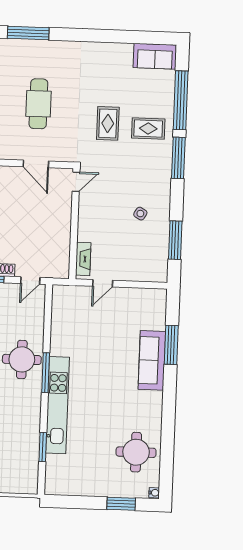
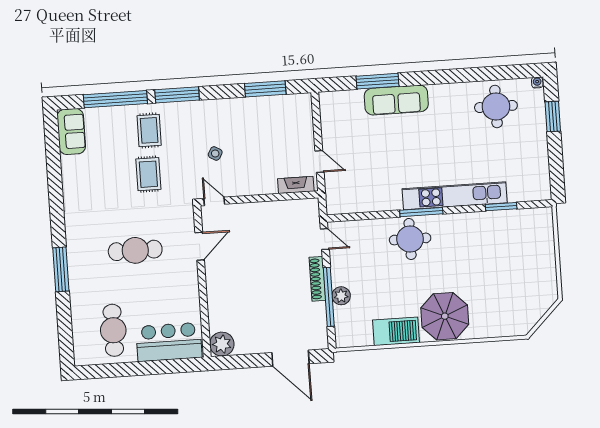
rug: (108, 123) -> (148, 174), turned 90
side table: (140, 214) -> (215, 153), moved

